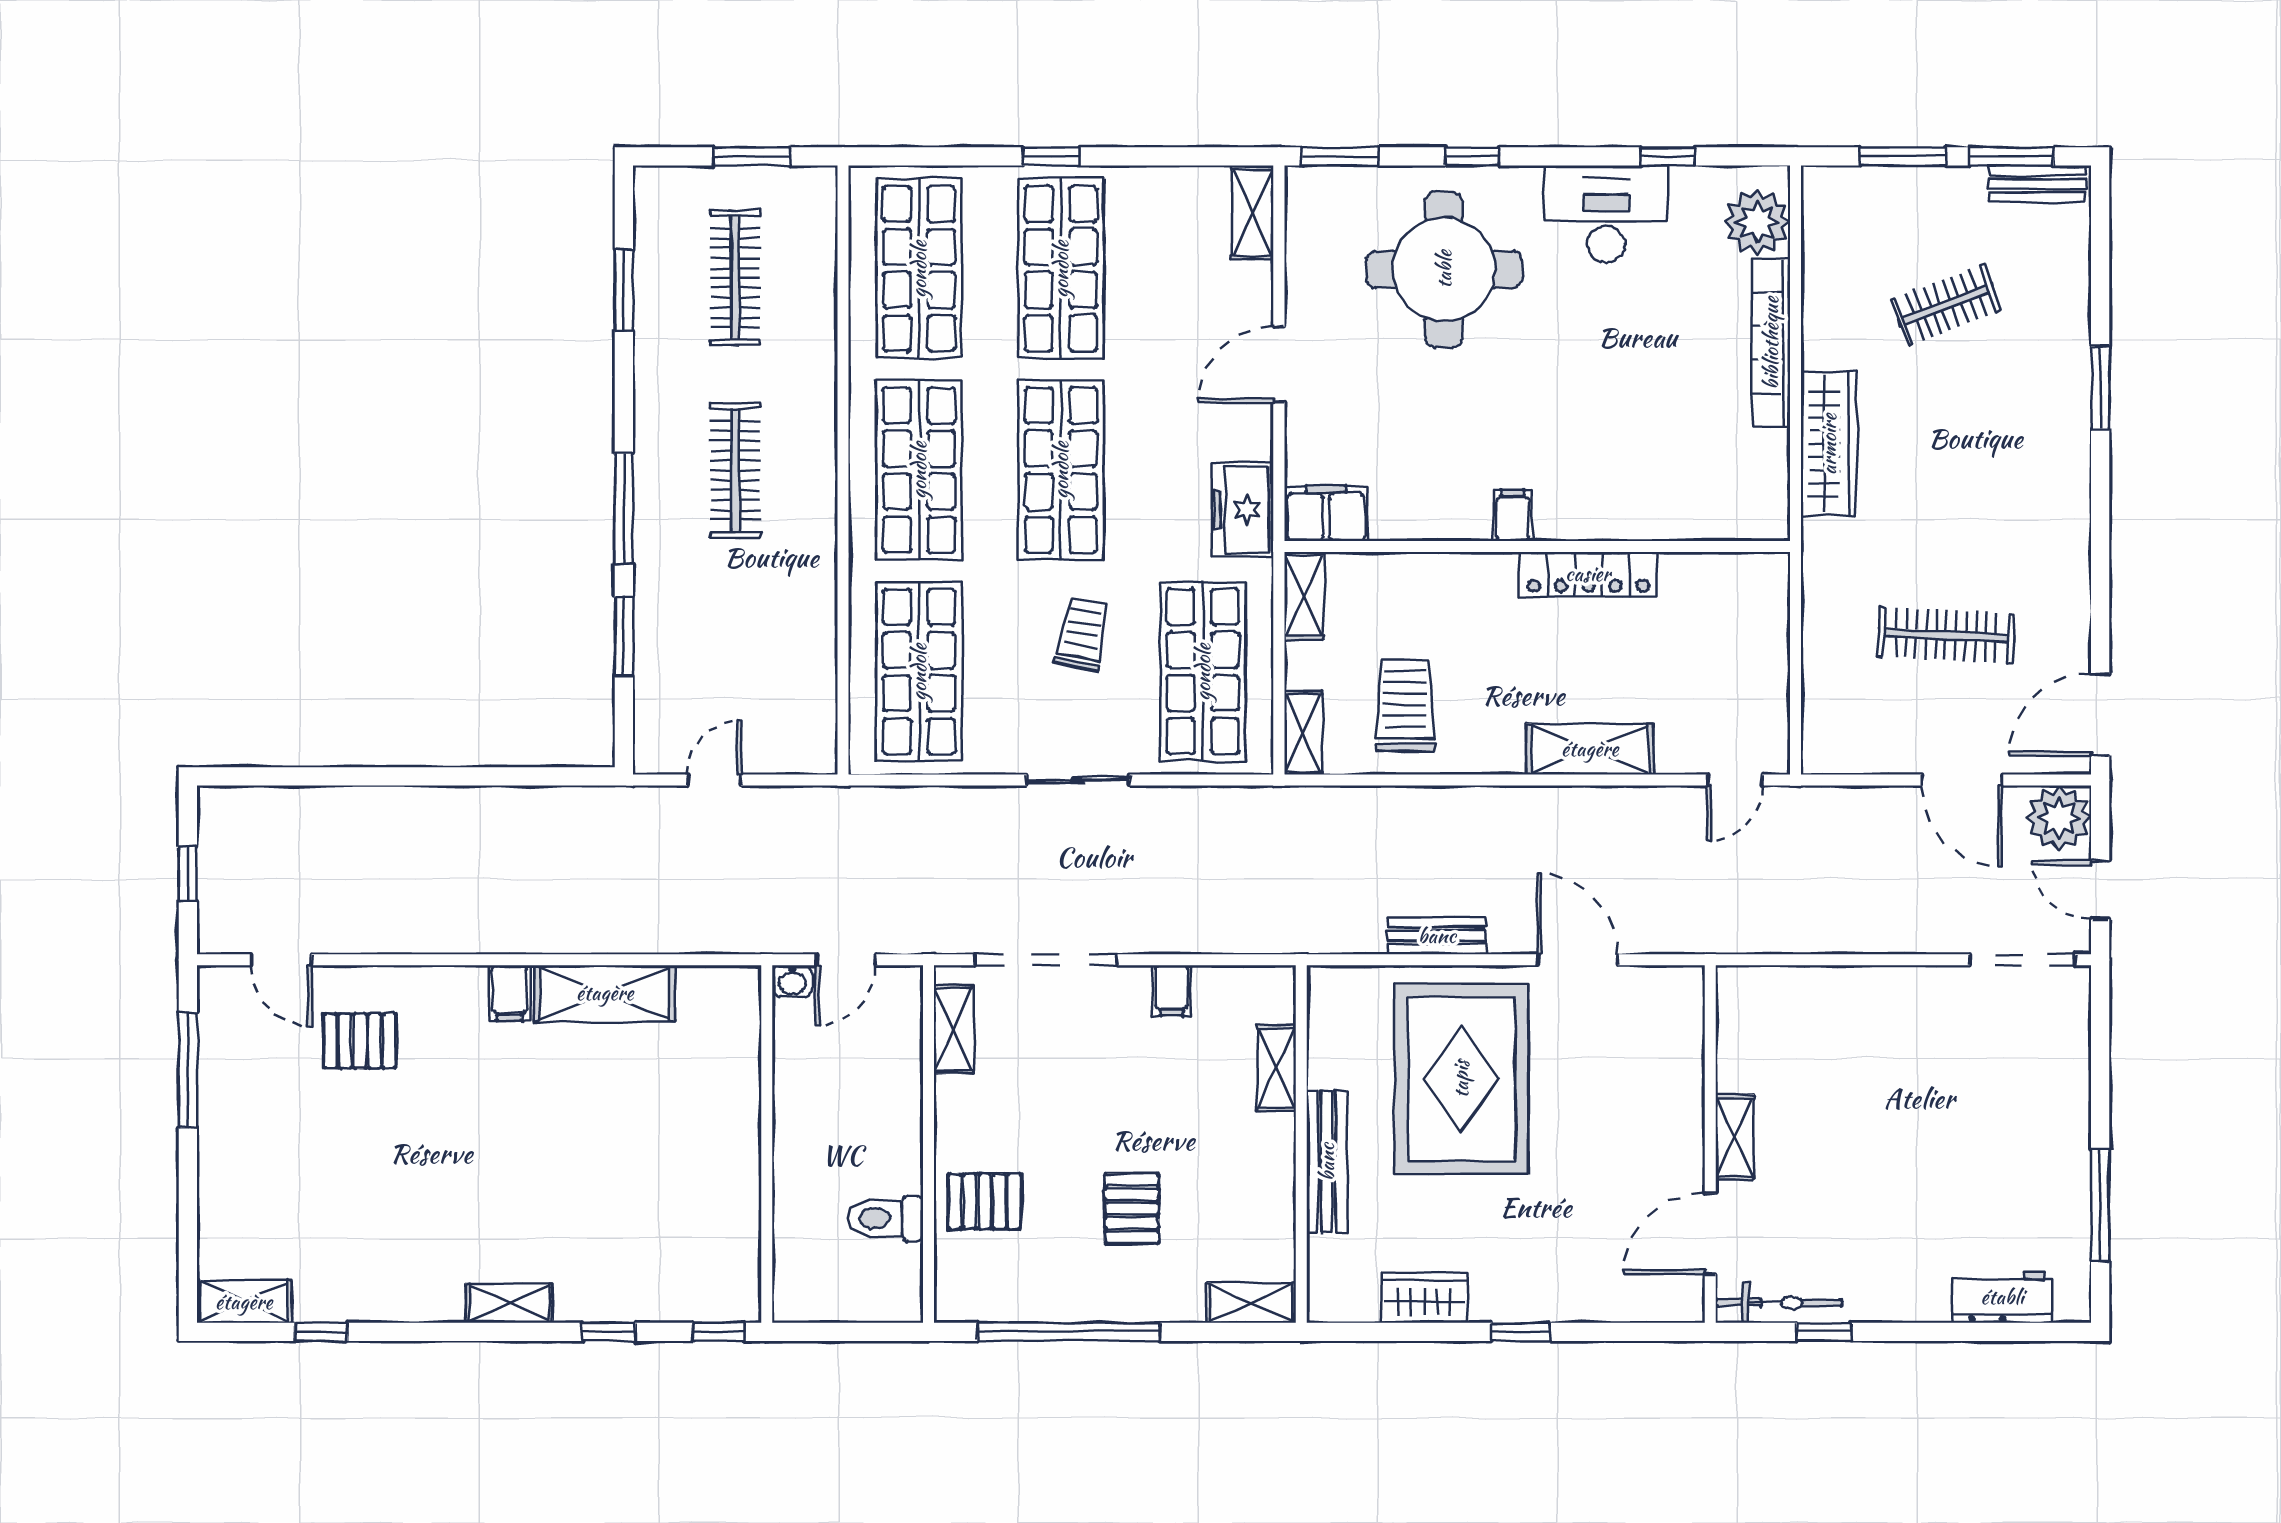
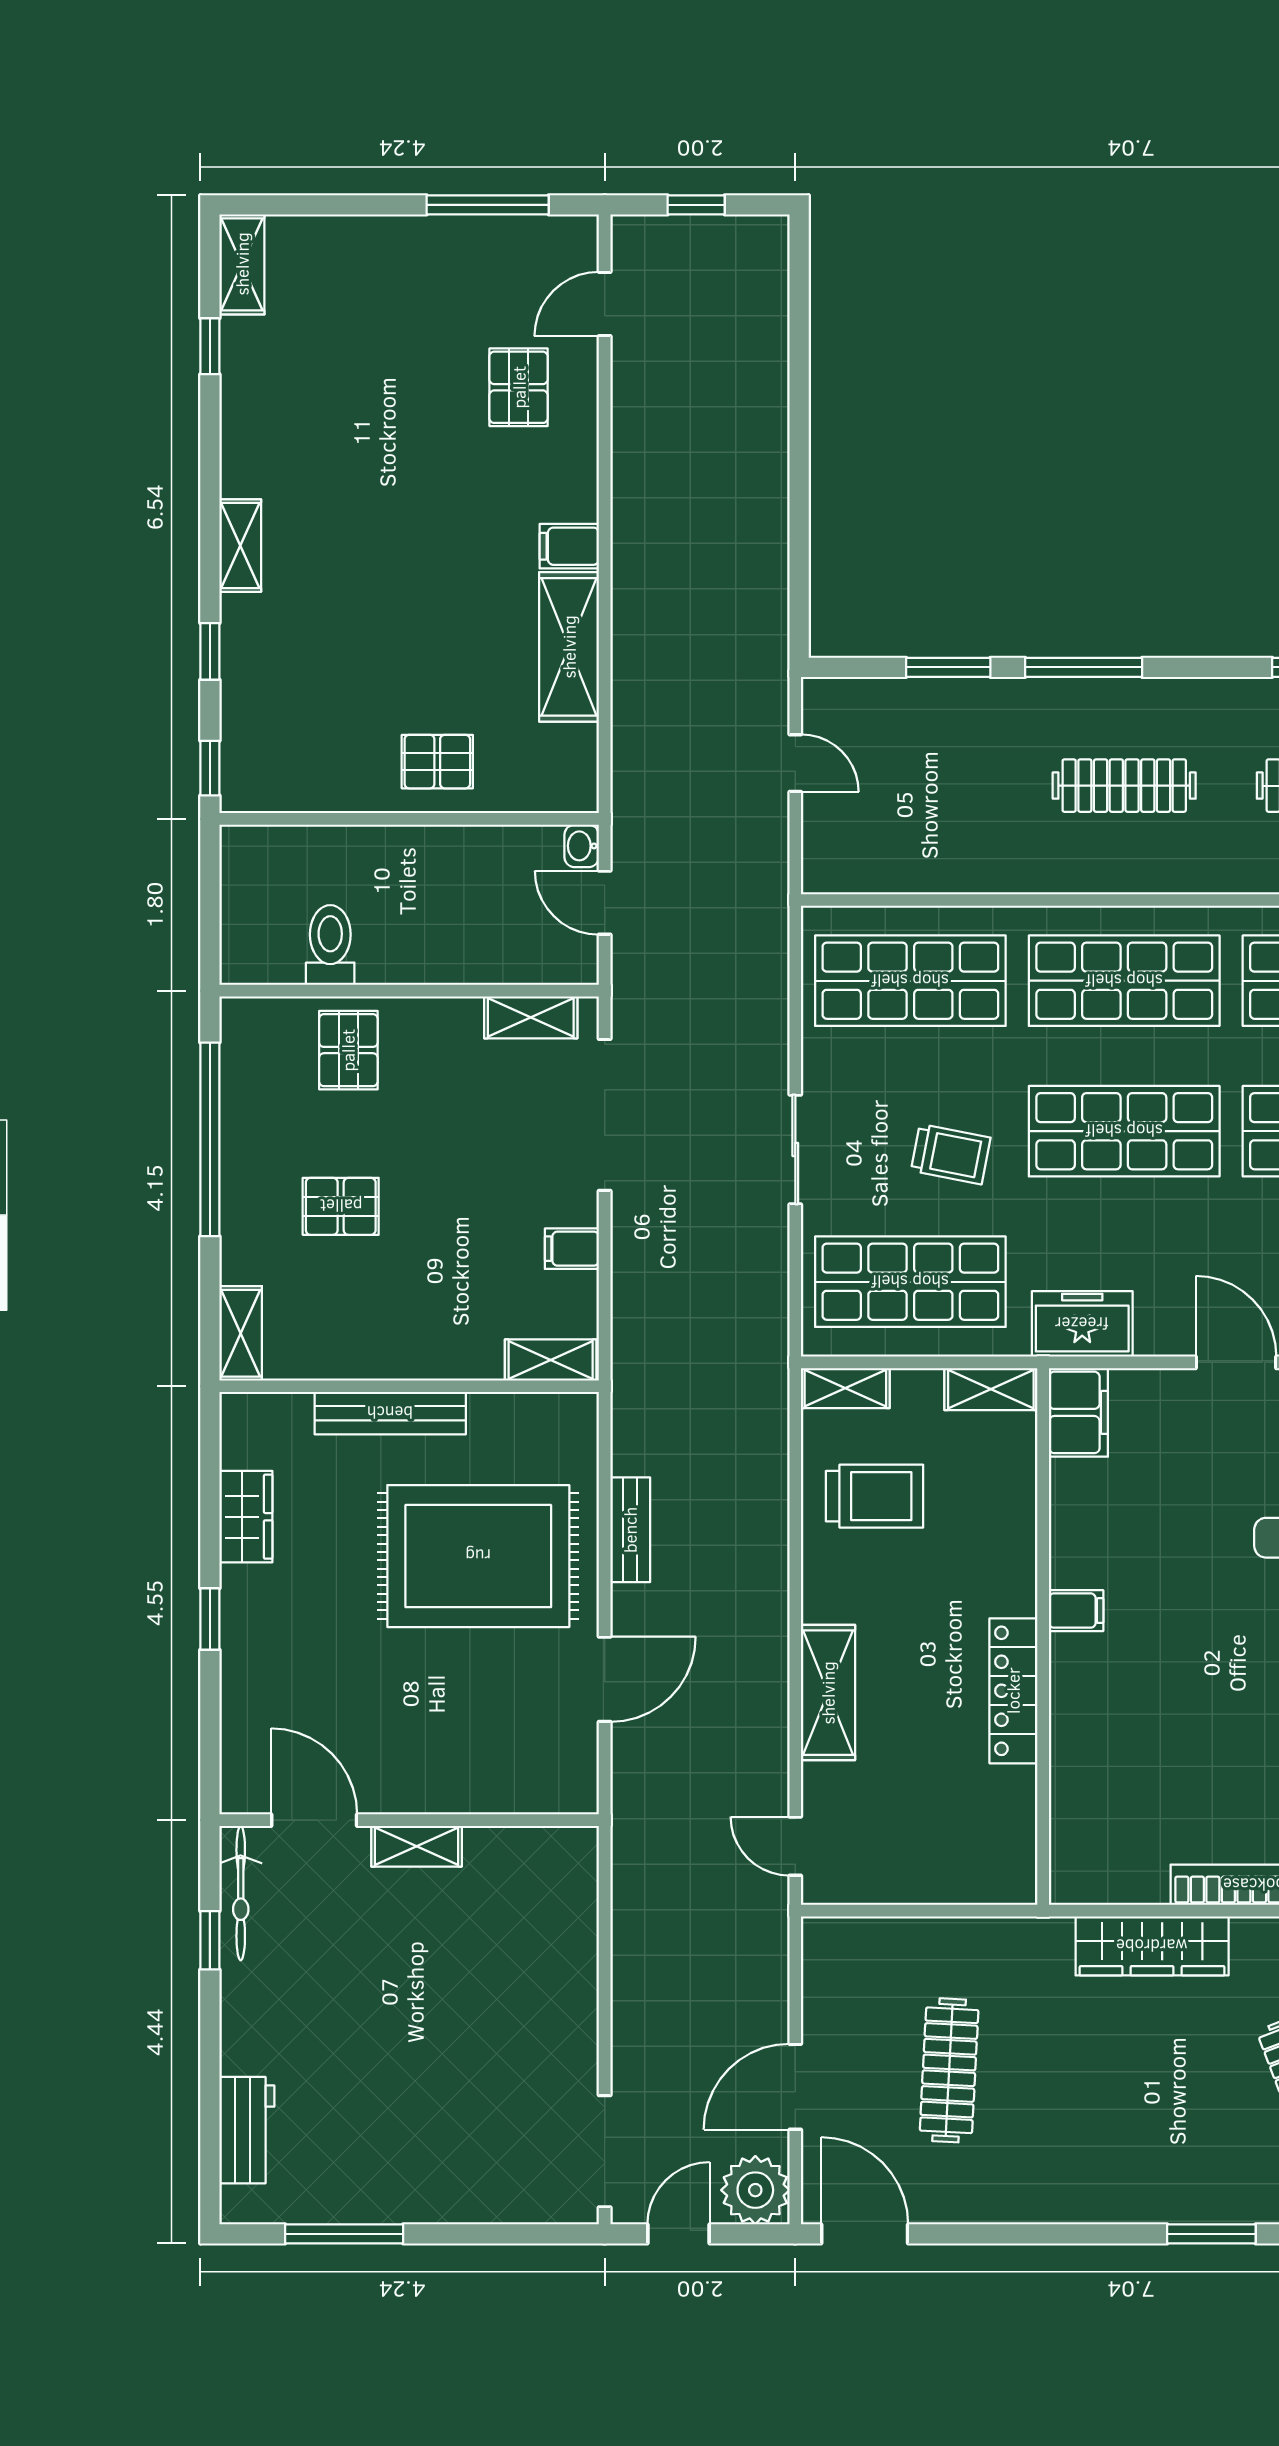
shelving: (1277, 1068) -> (551, 1360), moved
pallet: (713, 1117) -> (437, 762), added

